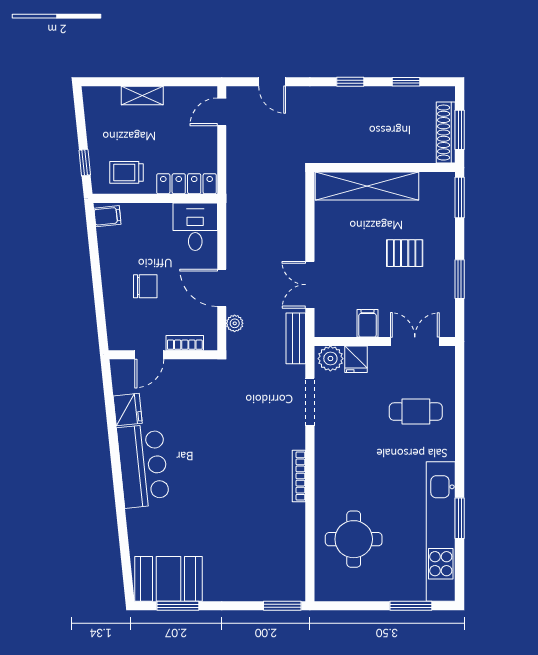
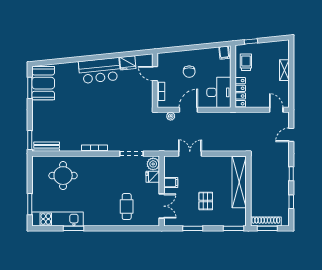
desk: (195, 227) -> (219, 92), width x1.37
bench: (296, 338) -> (47, 147), moved
kitchen unit: (441, 532) -> (58, 219), width x0.73

